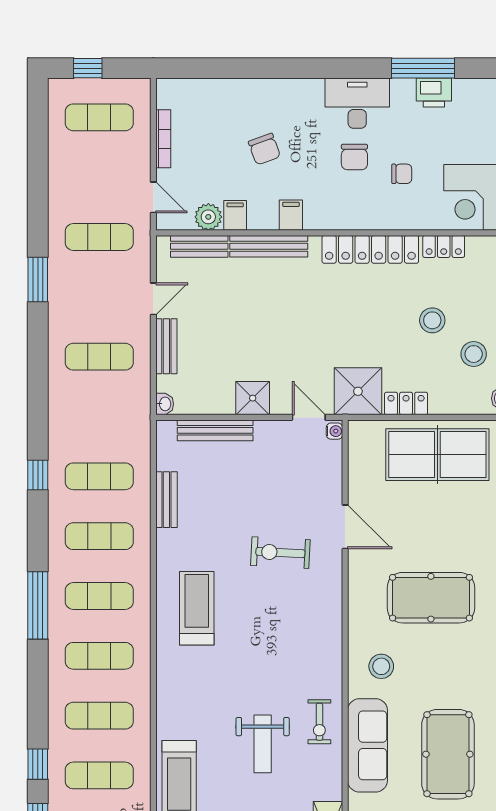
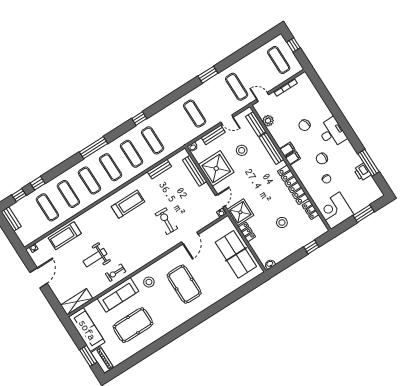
desk: (357, 103) -> (332, 133), moved
door: (153, 197) -> (263, 97), swing flipped
filing cabinet: (235, 215) -> (293, 158), moved
stool: (474, 354) -> (242, 150), moved
shower: (253, 398) -> (216, 168), width x1.86, depth x1.86

